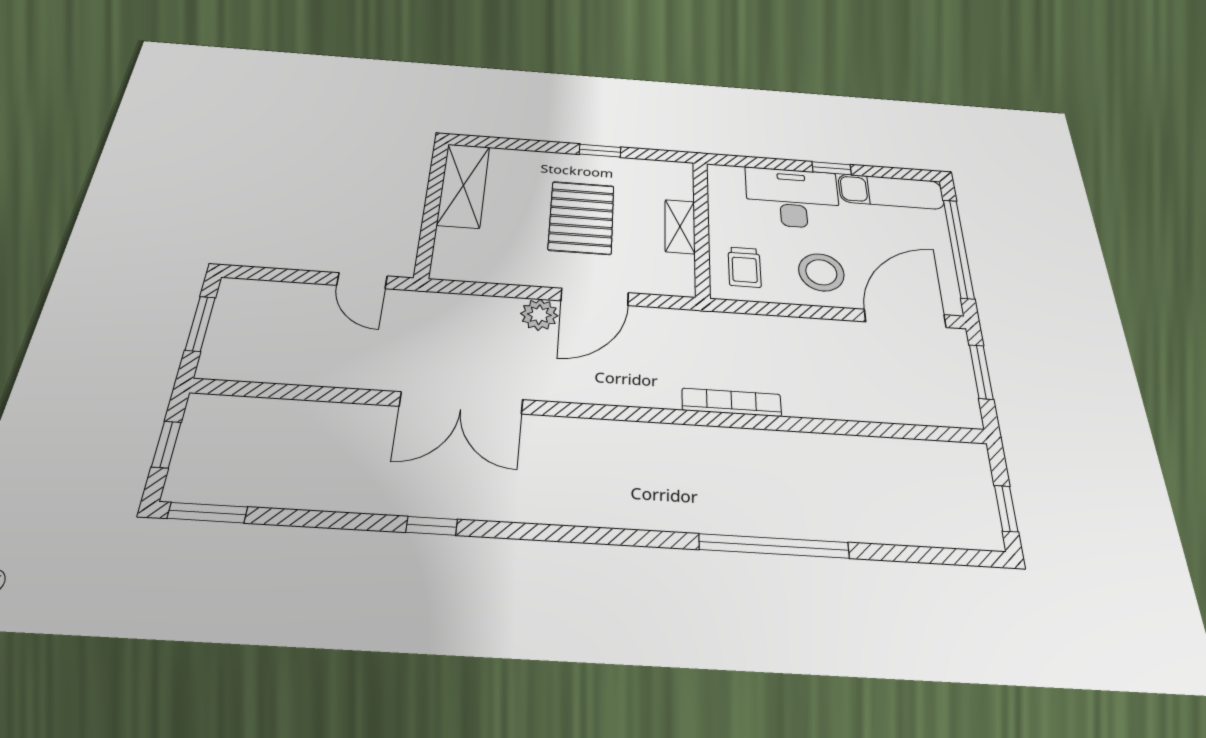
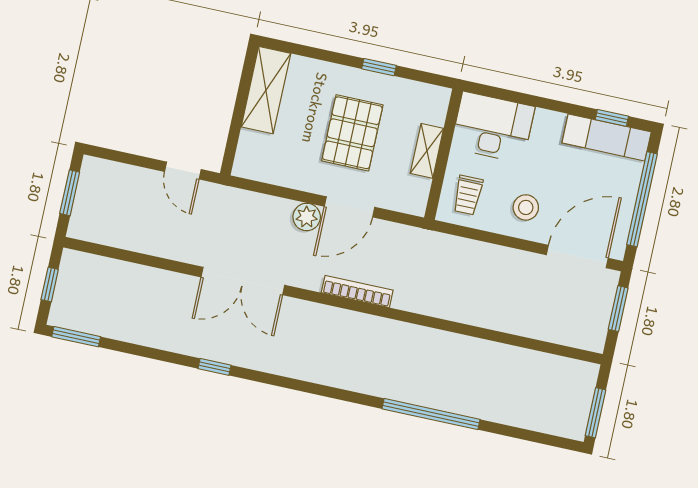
window: (832, 168) -> (612, 118), moved
desk: (792, 198) -> (493, 127), moved
stool: (821, 272) -> (526, 207), width x0.73, depth x0.73
bookcase: (732, 402) -> (357, 291), moved
window: (1006, 509) -> (595, 413), width x1.50

